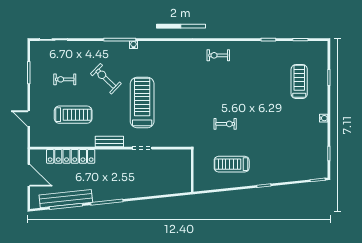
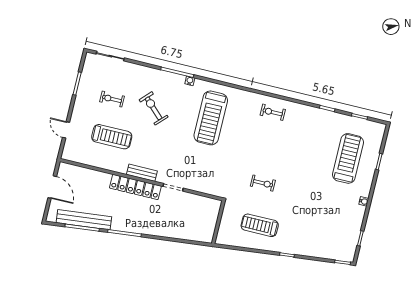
treadmill: (299, 82) -> (348, 158), width x1.37, depth x1.37
treadmill: (142, 103) -> (211, 118), moved, turned 180
locker: (71, 156) -> (135, 187), moved

